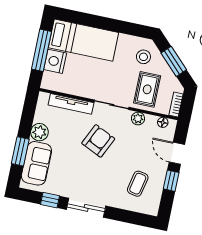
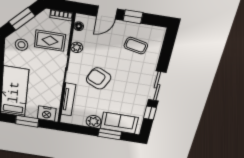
window: (41, 50) -> (27, 121), width x0.69
nightstand: (55, 61) -> (47, 114), moved

